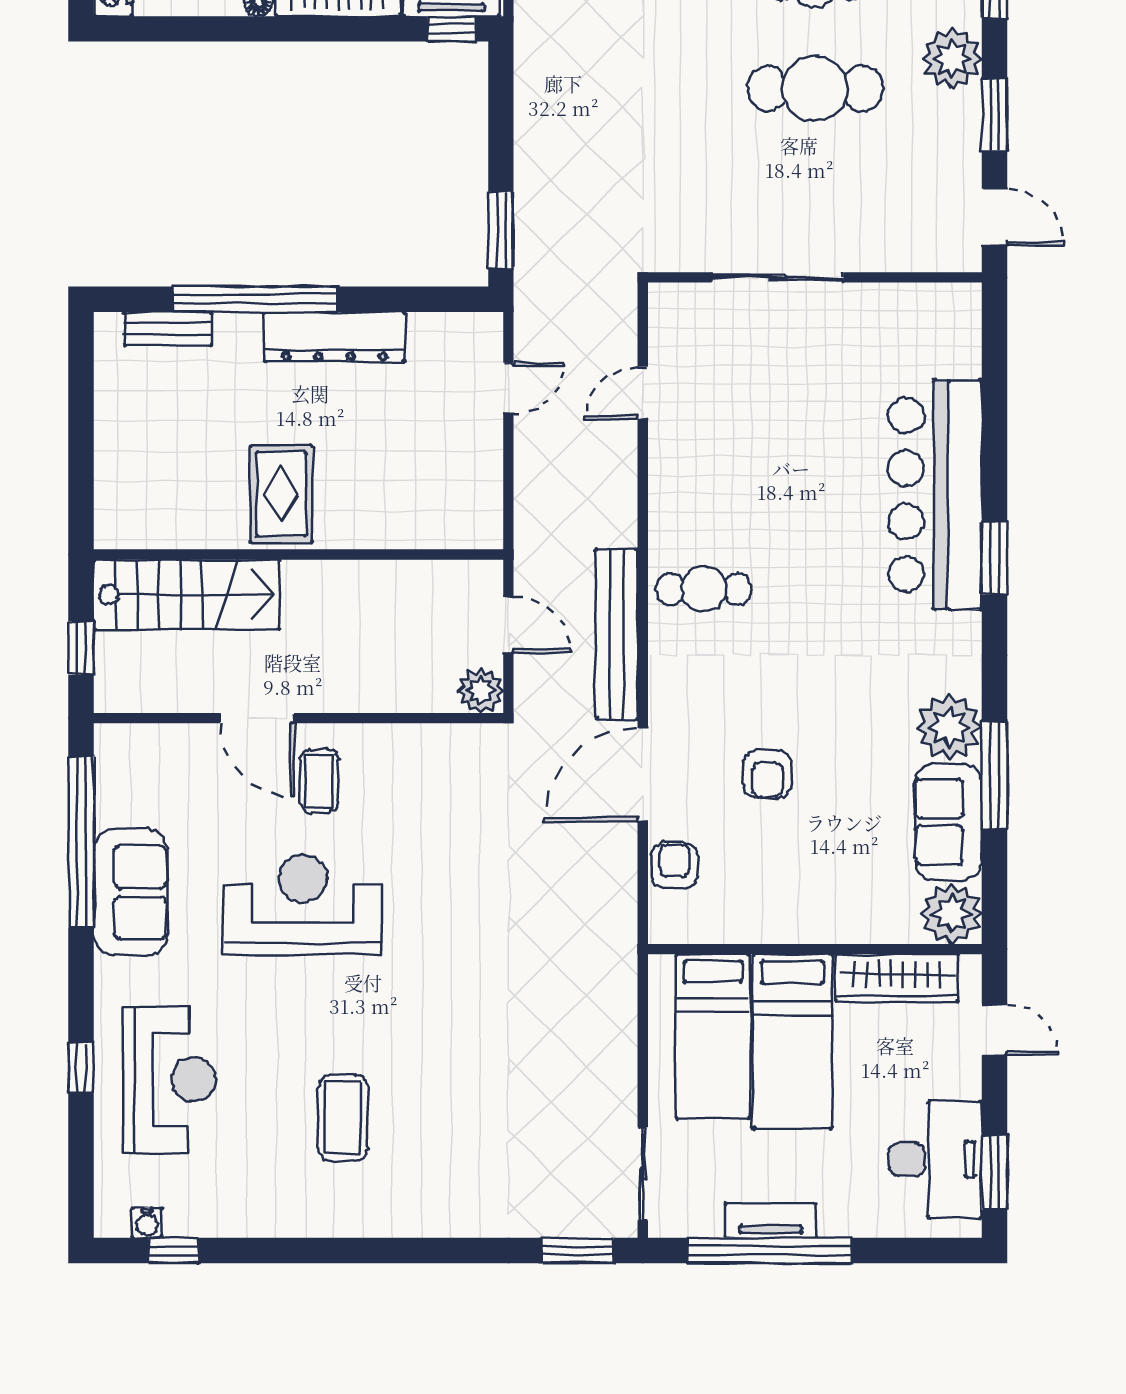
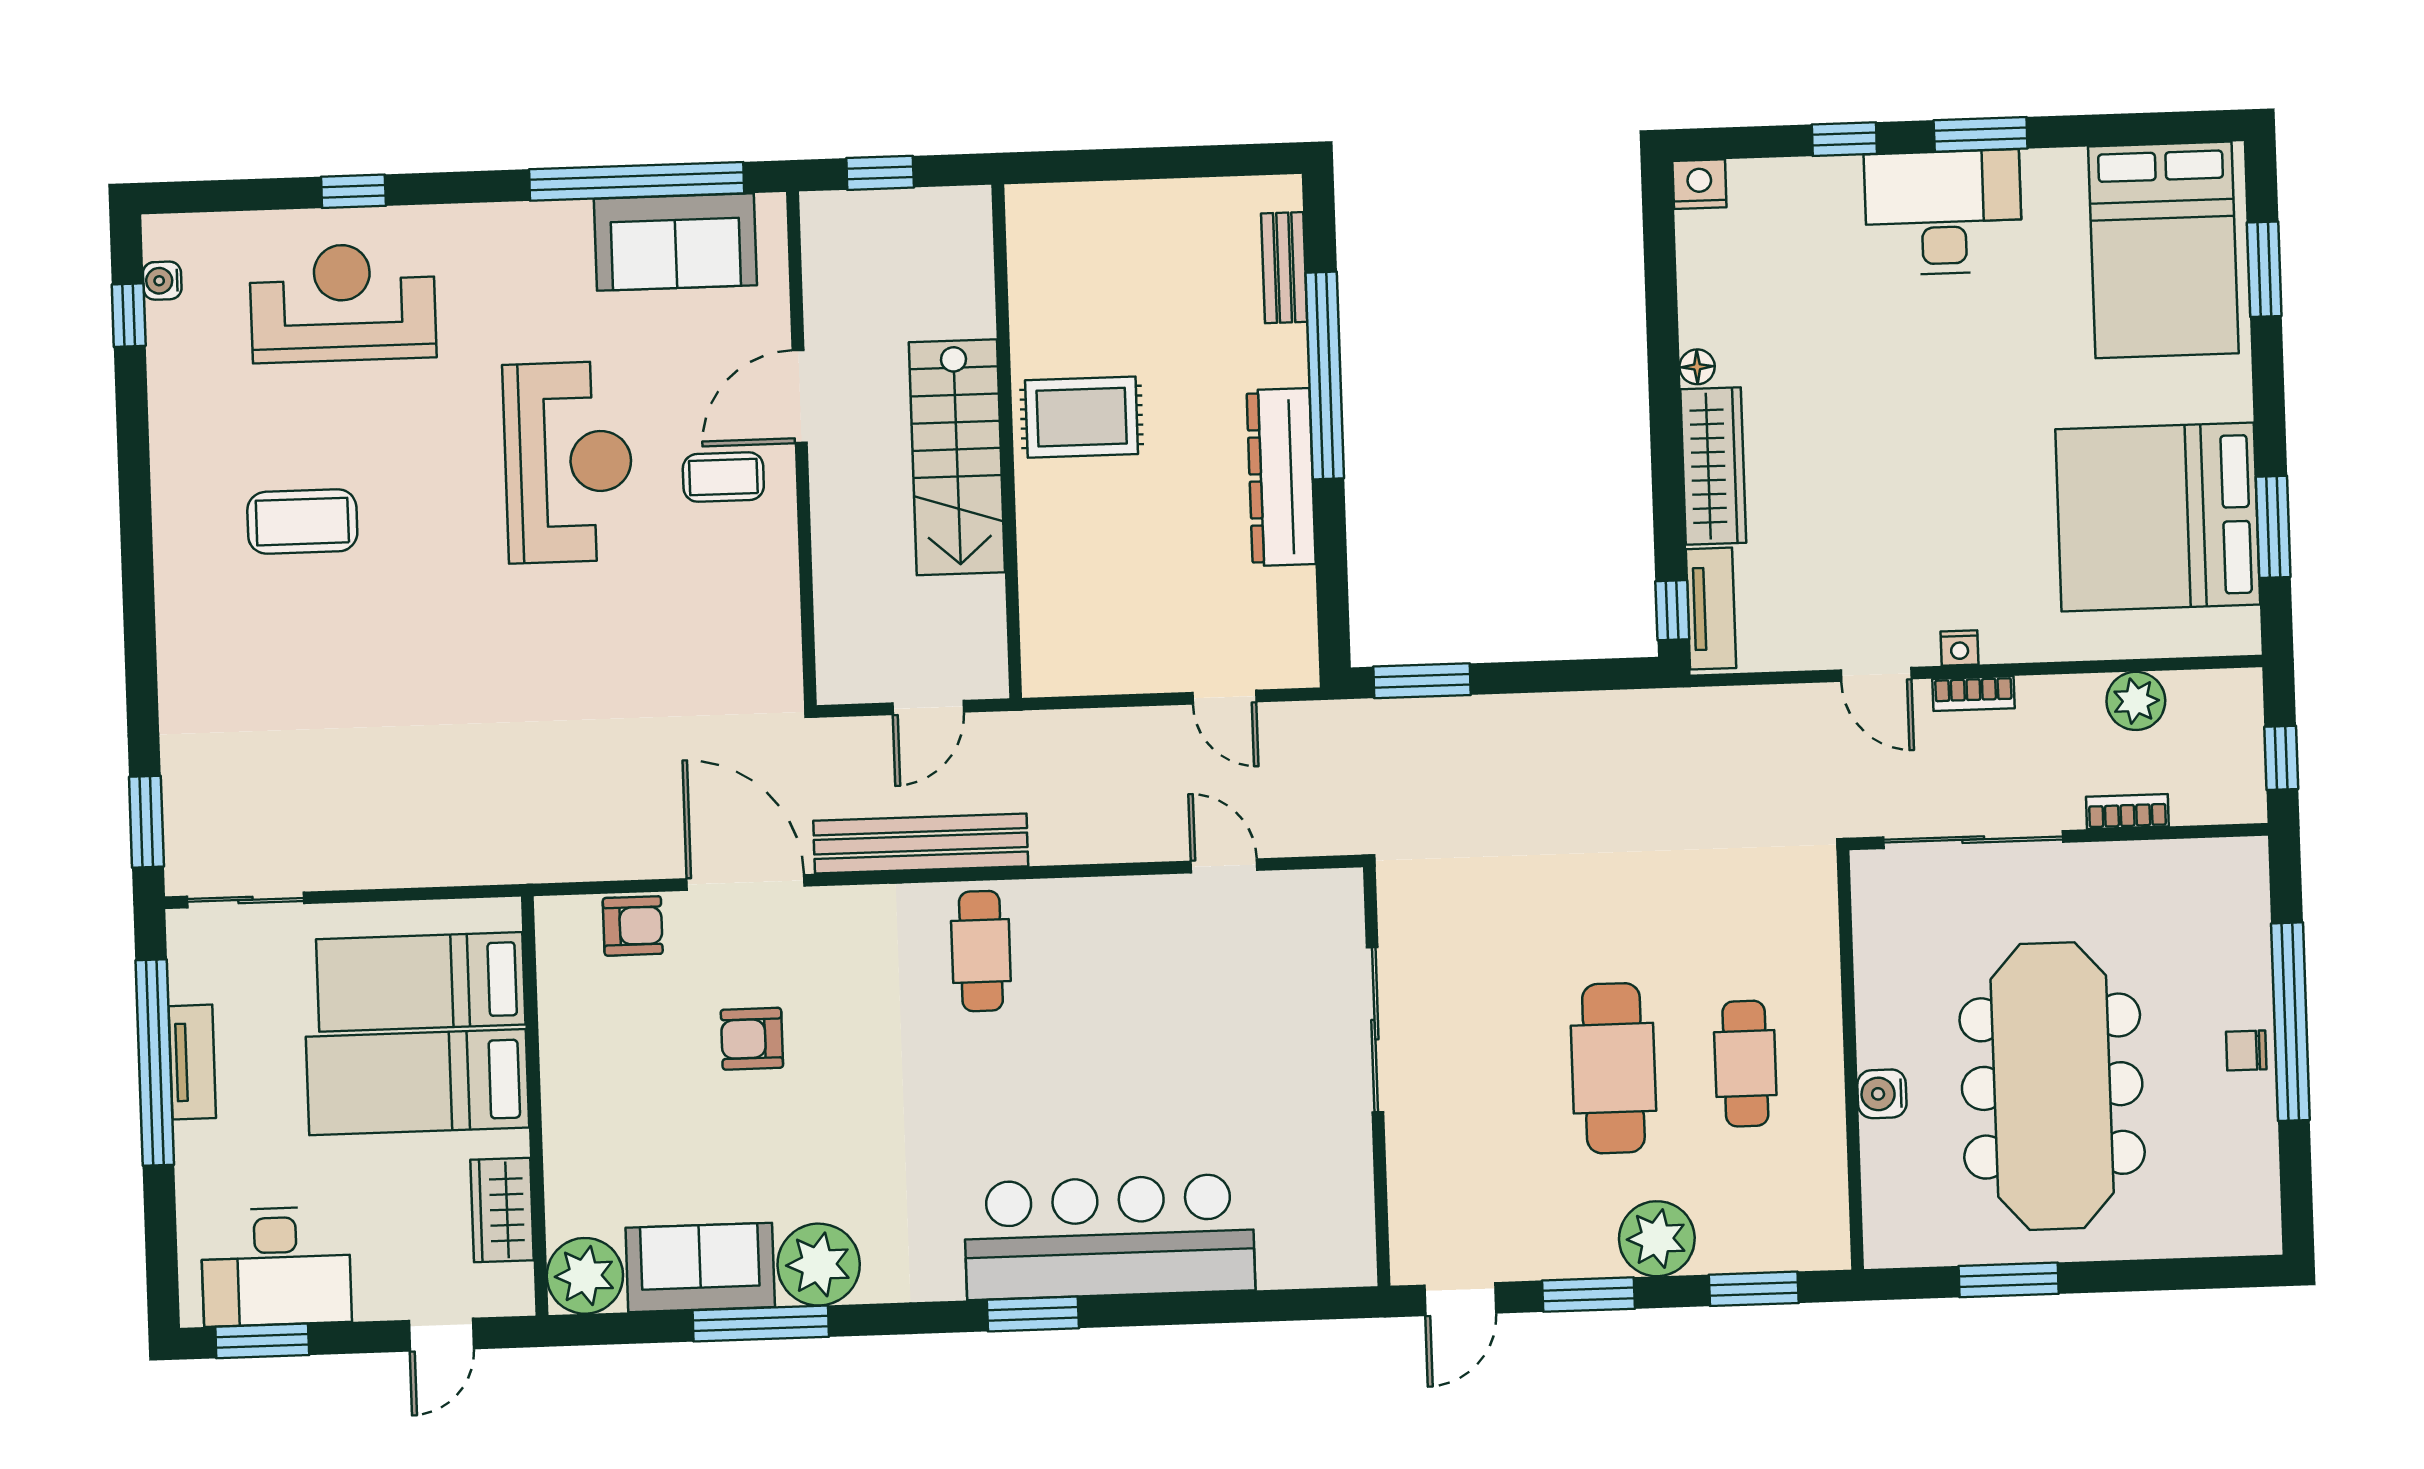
stairs: (187, 595) -> (957, 457), moved
plant: (481, 691) -> (844, 676), removed
sofa: (131, 892) -> (675, 242), moved
wardrobe: (897, 978) -> (502, 1210), width x0.67
reception desk: (170, 1080) -> (343, 303), turned 180

